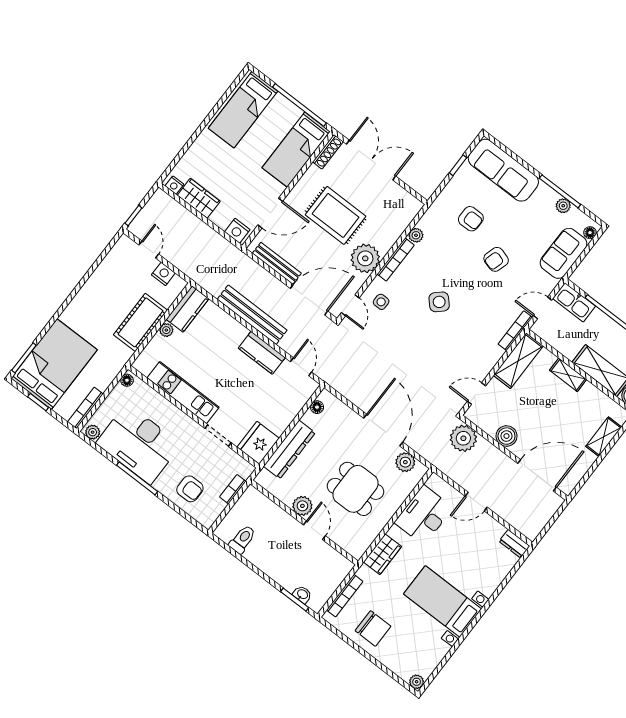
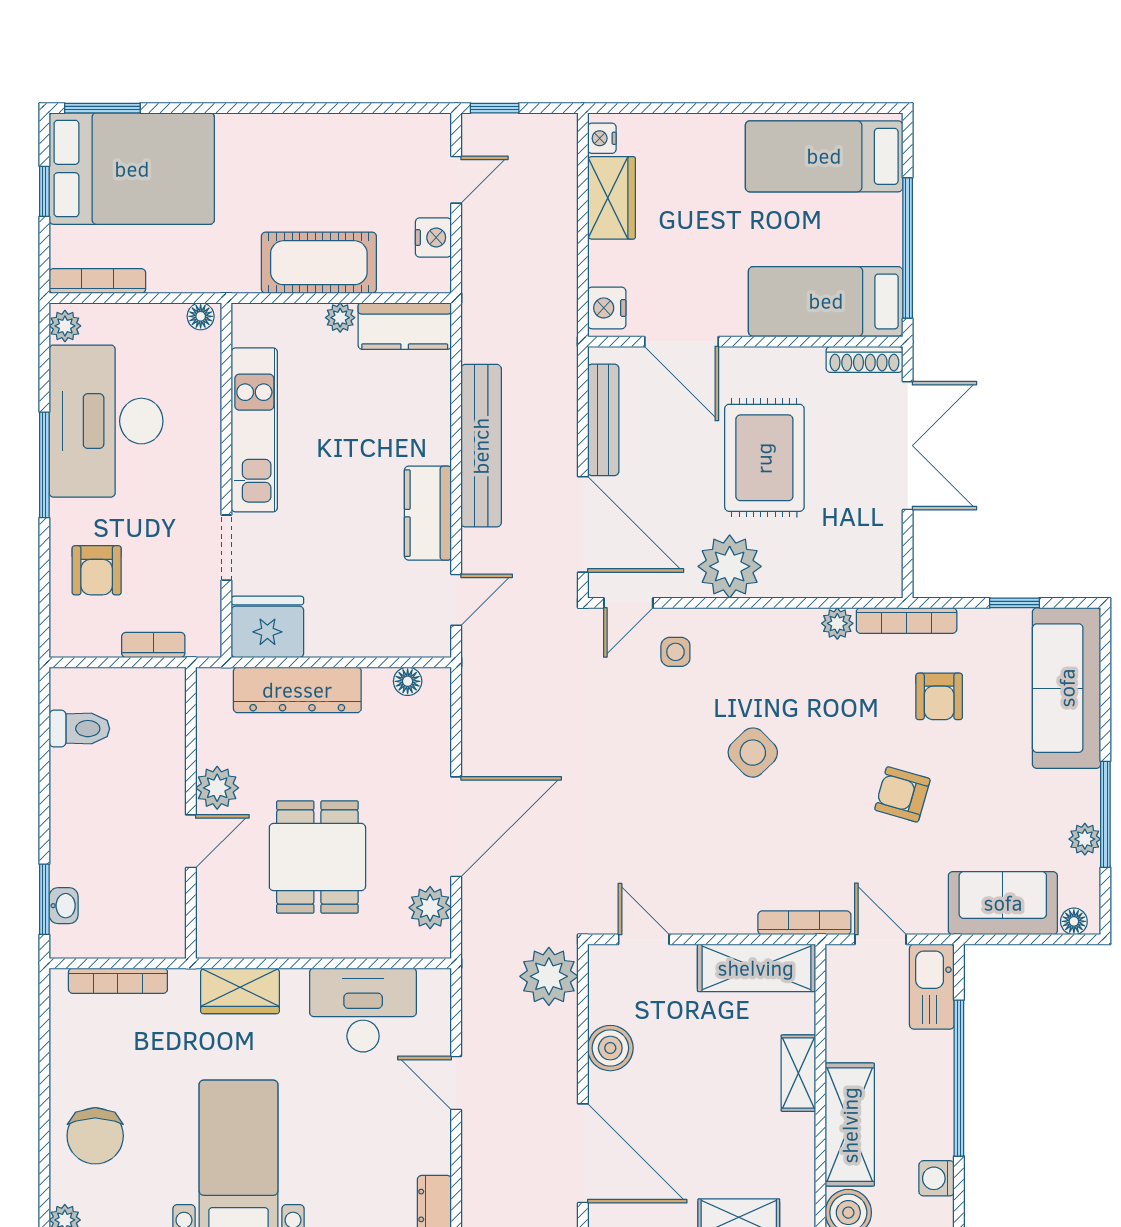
bookcase: (396, 260) -> (907, 621), moved
chair: (373, 628) -> (95, 1136), moved

